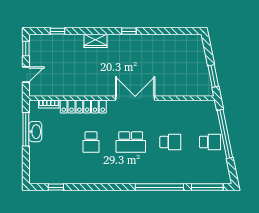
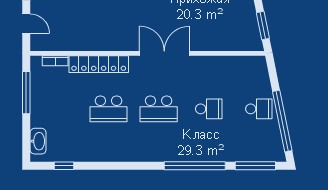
door: (26, 75) -> (26, 24), hinge flipped
washbasin: (35, 132) -> (38, 141), moved
window: (225, 134) -> (282, 121), moved
school desk: (91, 142) -> (108, 109), width x1.85

